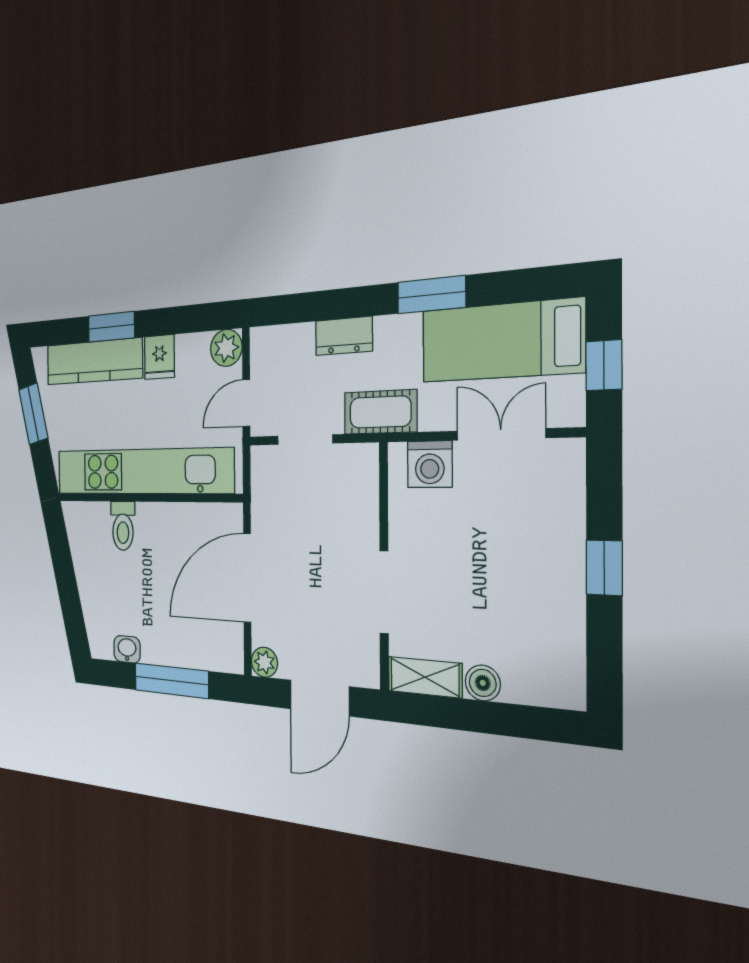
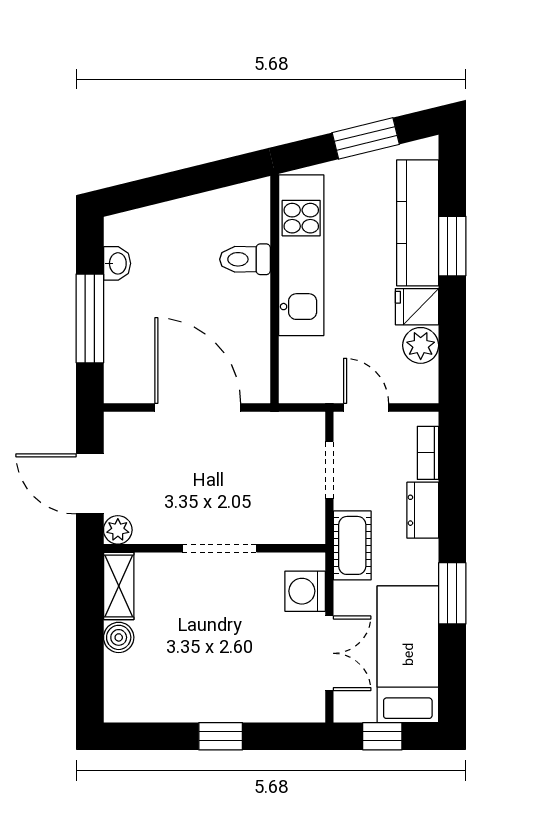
bookcase: (288, 335) -> (428, 453), added
plant: (226, 348) -> (421, 345), moved
kitchen unit: (142, 471) -> (301, 255), width x0.73
doorway: (384, 592) -> (219, 548), moved
plant: (264, 662) -> (118, 530), moved

